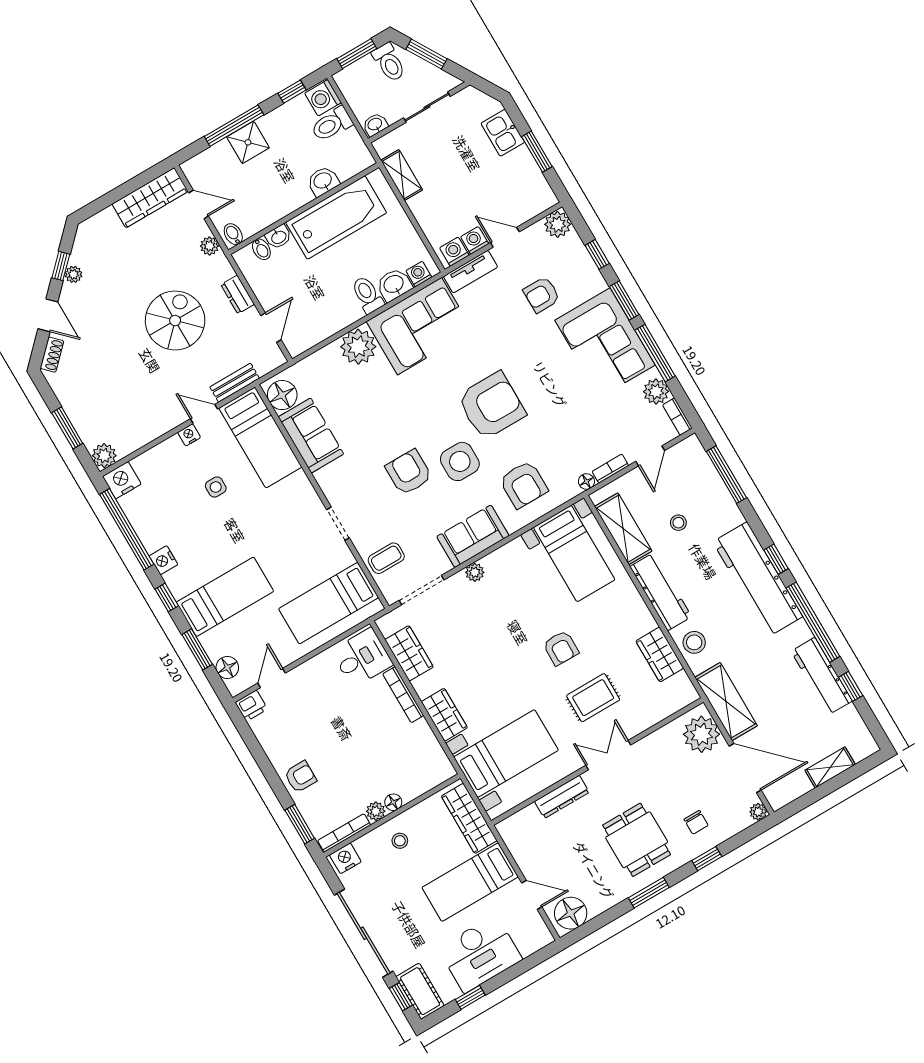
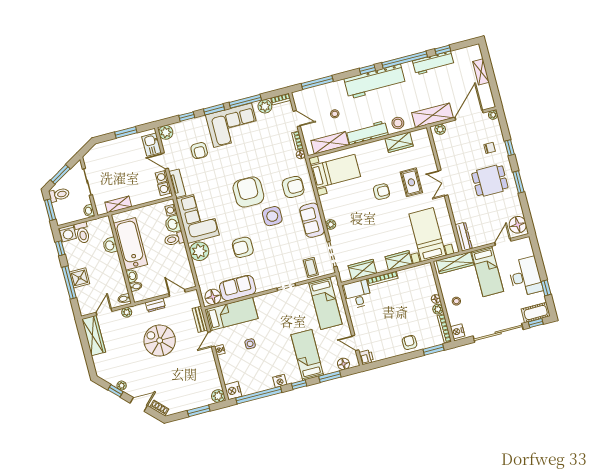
kitchen sink: (503, 133) -> (152, 145), moved, turned 90
door: (505, 237) -> (165, 161), hinge flipped
armchair: (409, 472) -> (243, 247), moved
plant: (702, 734) -> (440, 129), width x0.53, depth x0.53
dresser: (562, 797) -> (464, 237), moved

